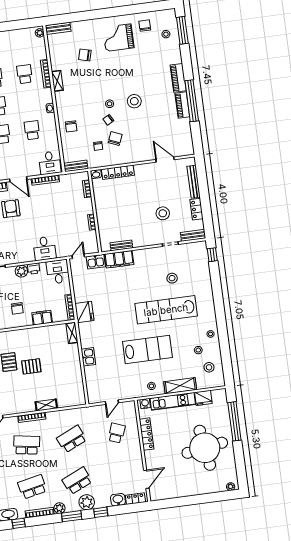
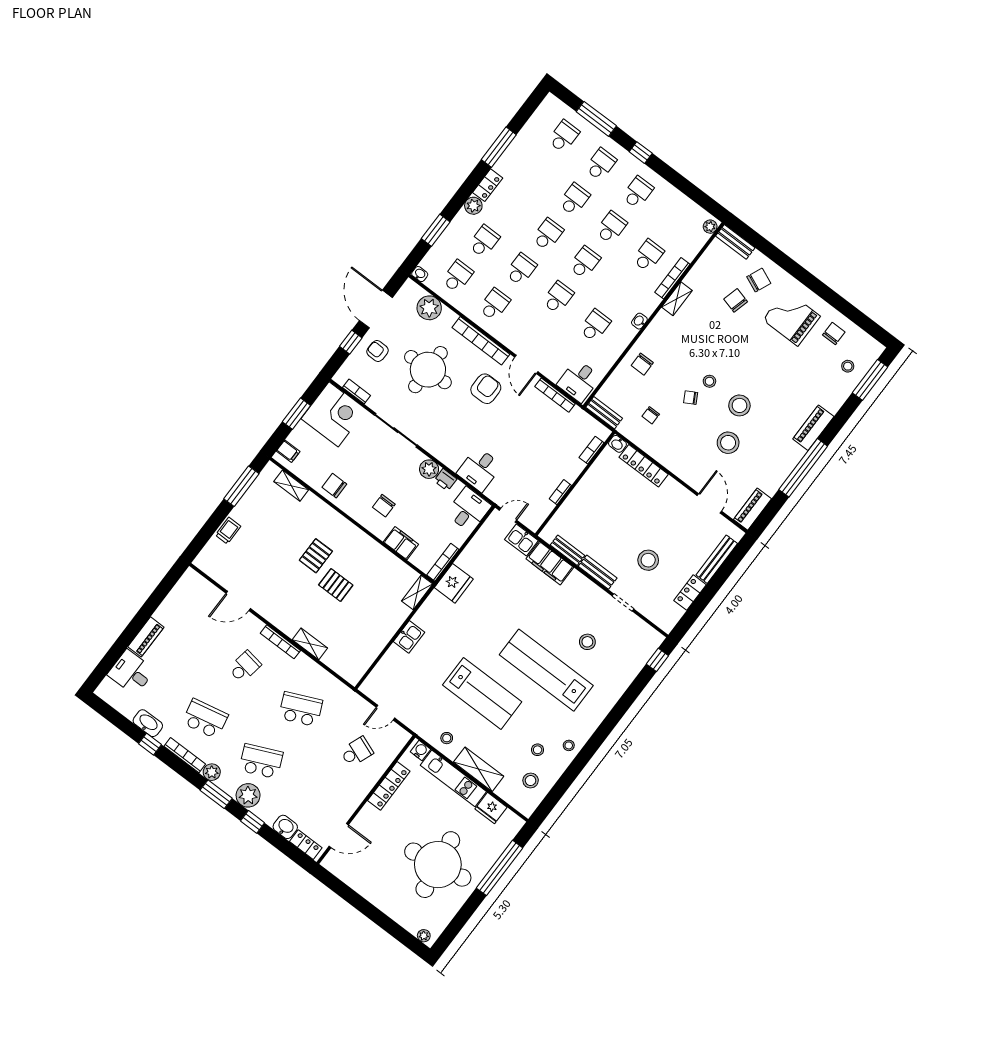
piano: (182, 105) -> (752, 509), moved
stool: (146, 123) -> (728, 443), added
chair: (115, 139) -> (759, 280), moved
bench: (193, 235) -> (598, 572), moved
school desk: (27, 445) -> (245, 667), width x0.54

